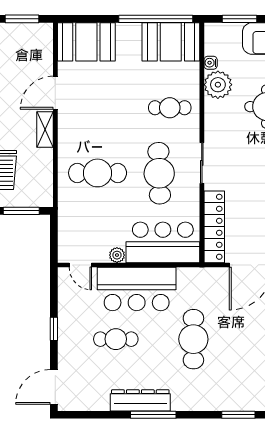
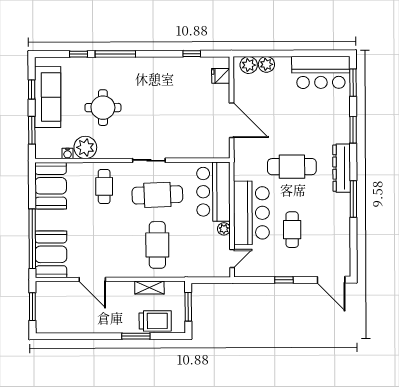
window: (156, 19) -> (32, 239), moved
shelving: (45, 129) -> (149, 288), moved
locker: (214, 227) -> (201, 150), removed
dresser: (140, 400) -> (342, 168), moved

